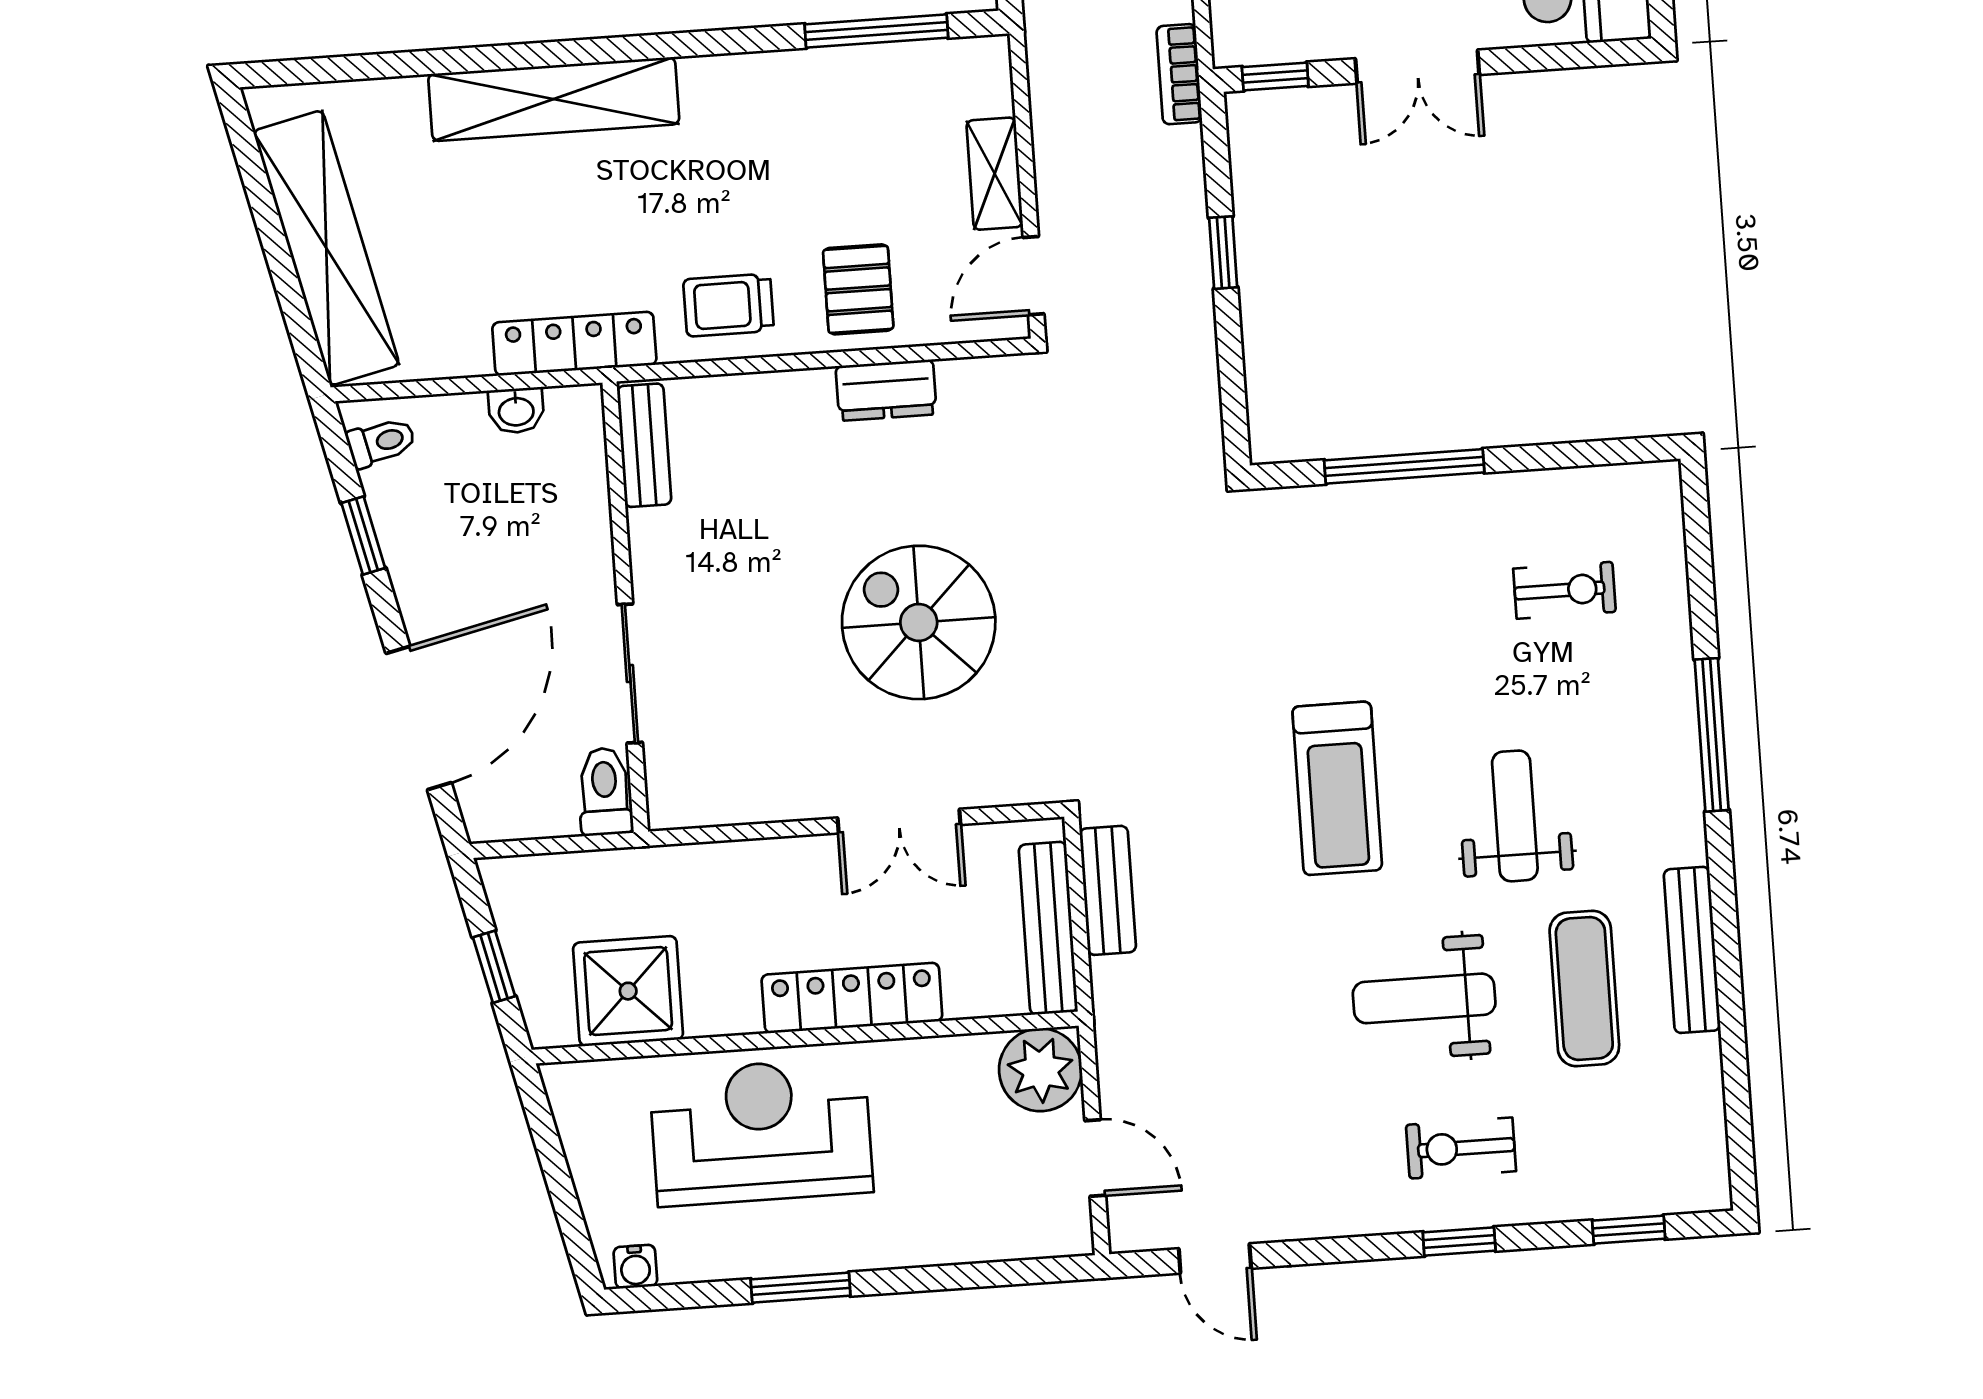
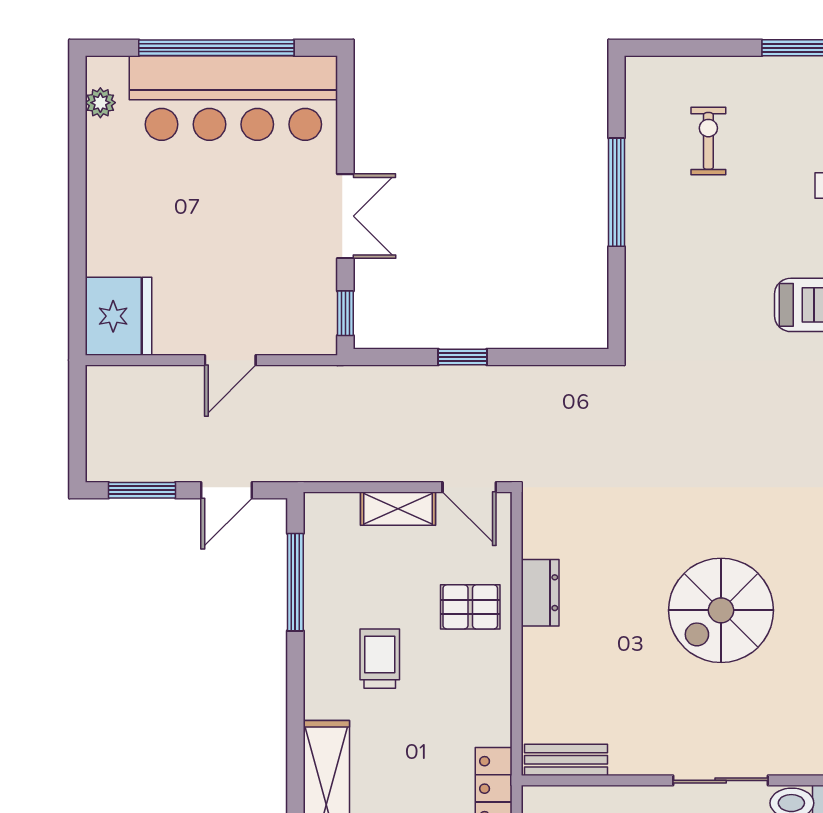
bookcase: (1179, 74) -> (339, 378), removed
trolley: (728, 305) -> (380, 659), moved, turned 180
window: (1404, 466) -> (617, 192), moved
spiral stairs: (919, 622) -> (721, 610), moved

